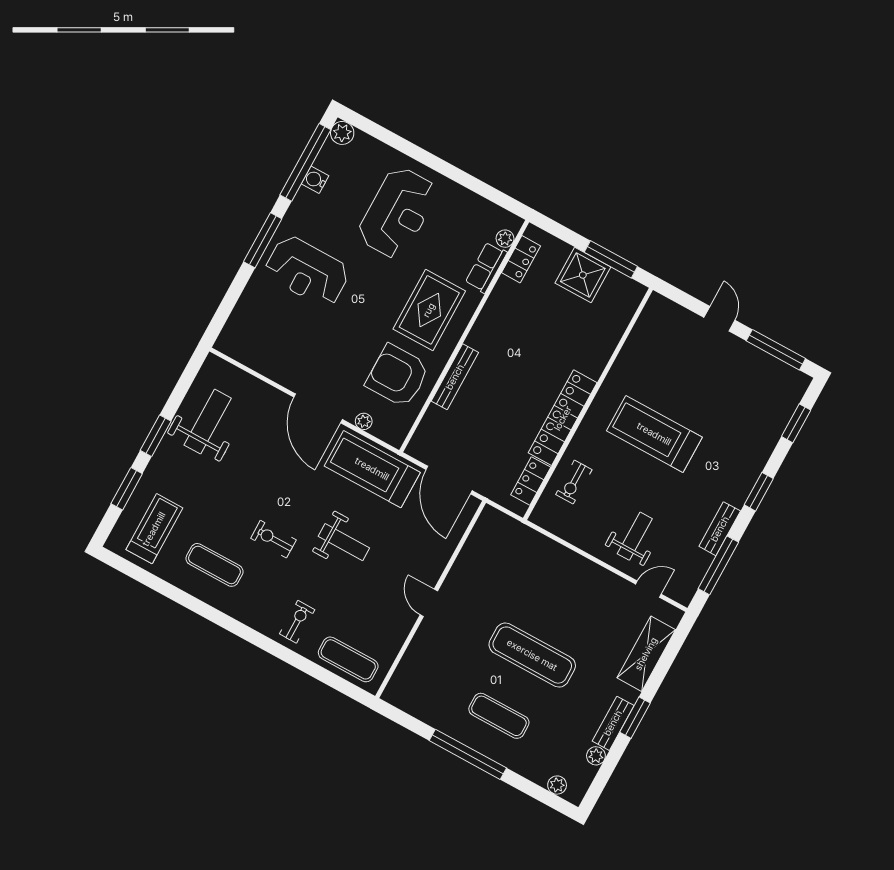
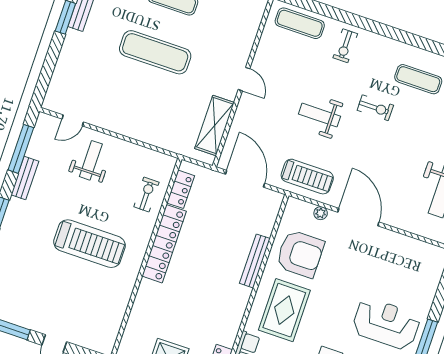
treadmill: (372, 469) -> (307, 177), width x0.73, depth x0.73
weight bench: (635, 536) -> (91, 160), turned 180
shelving: (646, 654) -> (214, 125), moved

